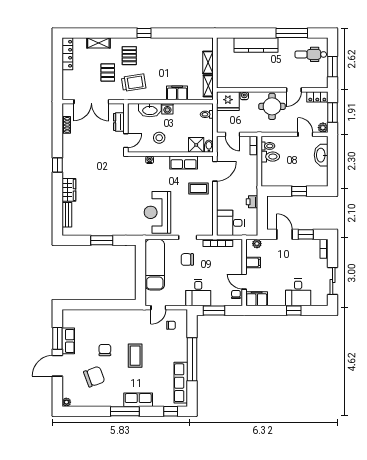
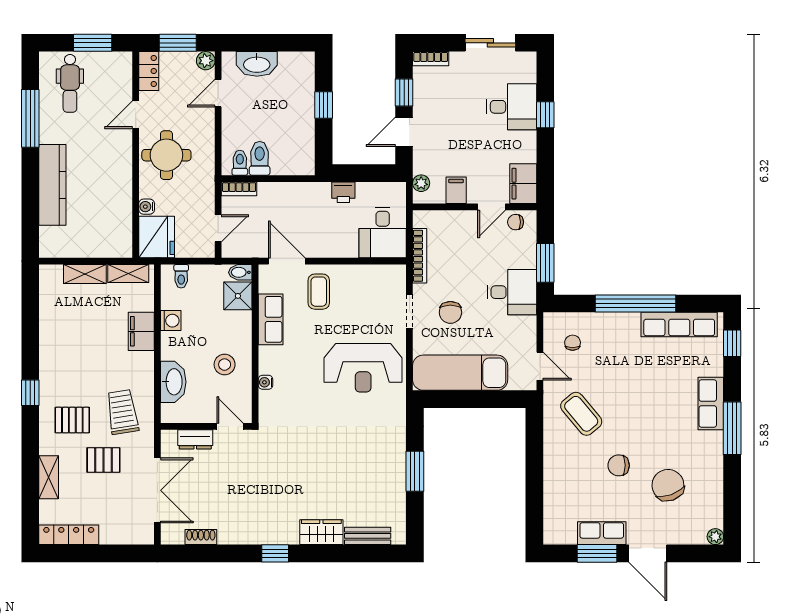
door: (294, 90) -> (136, 115), swing flipped
washing machine: (167, 109) -> (171, 321), moved
coffee table: (135, 356) -> (581, 414), moved, turned 50

